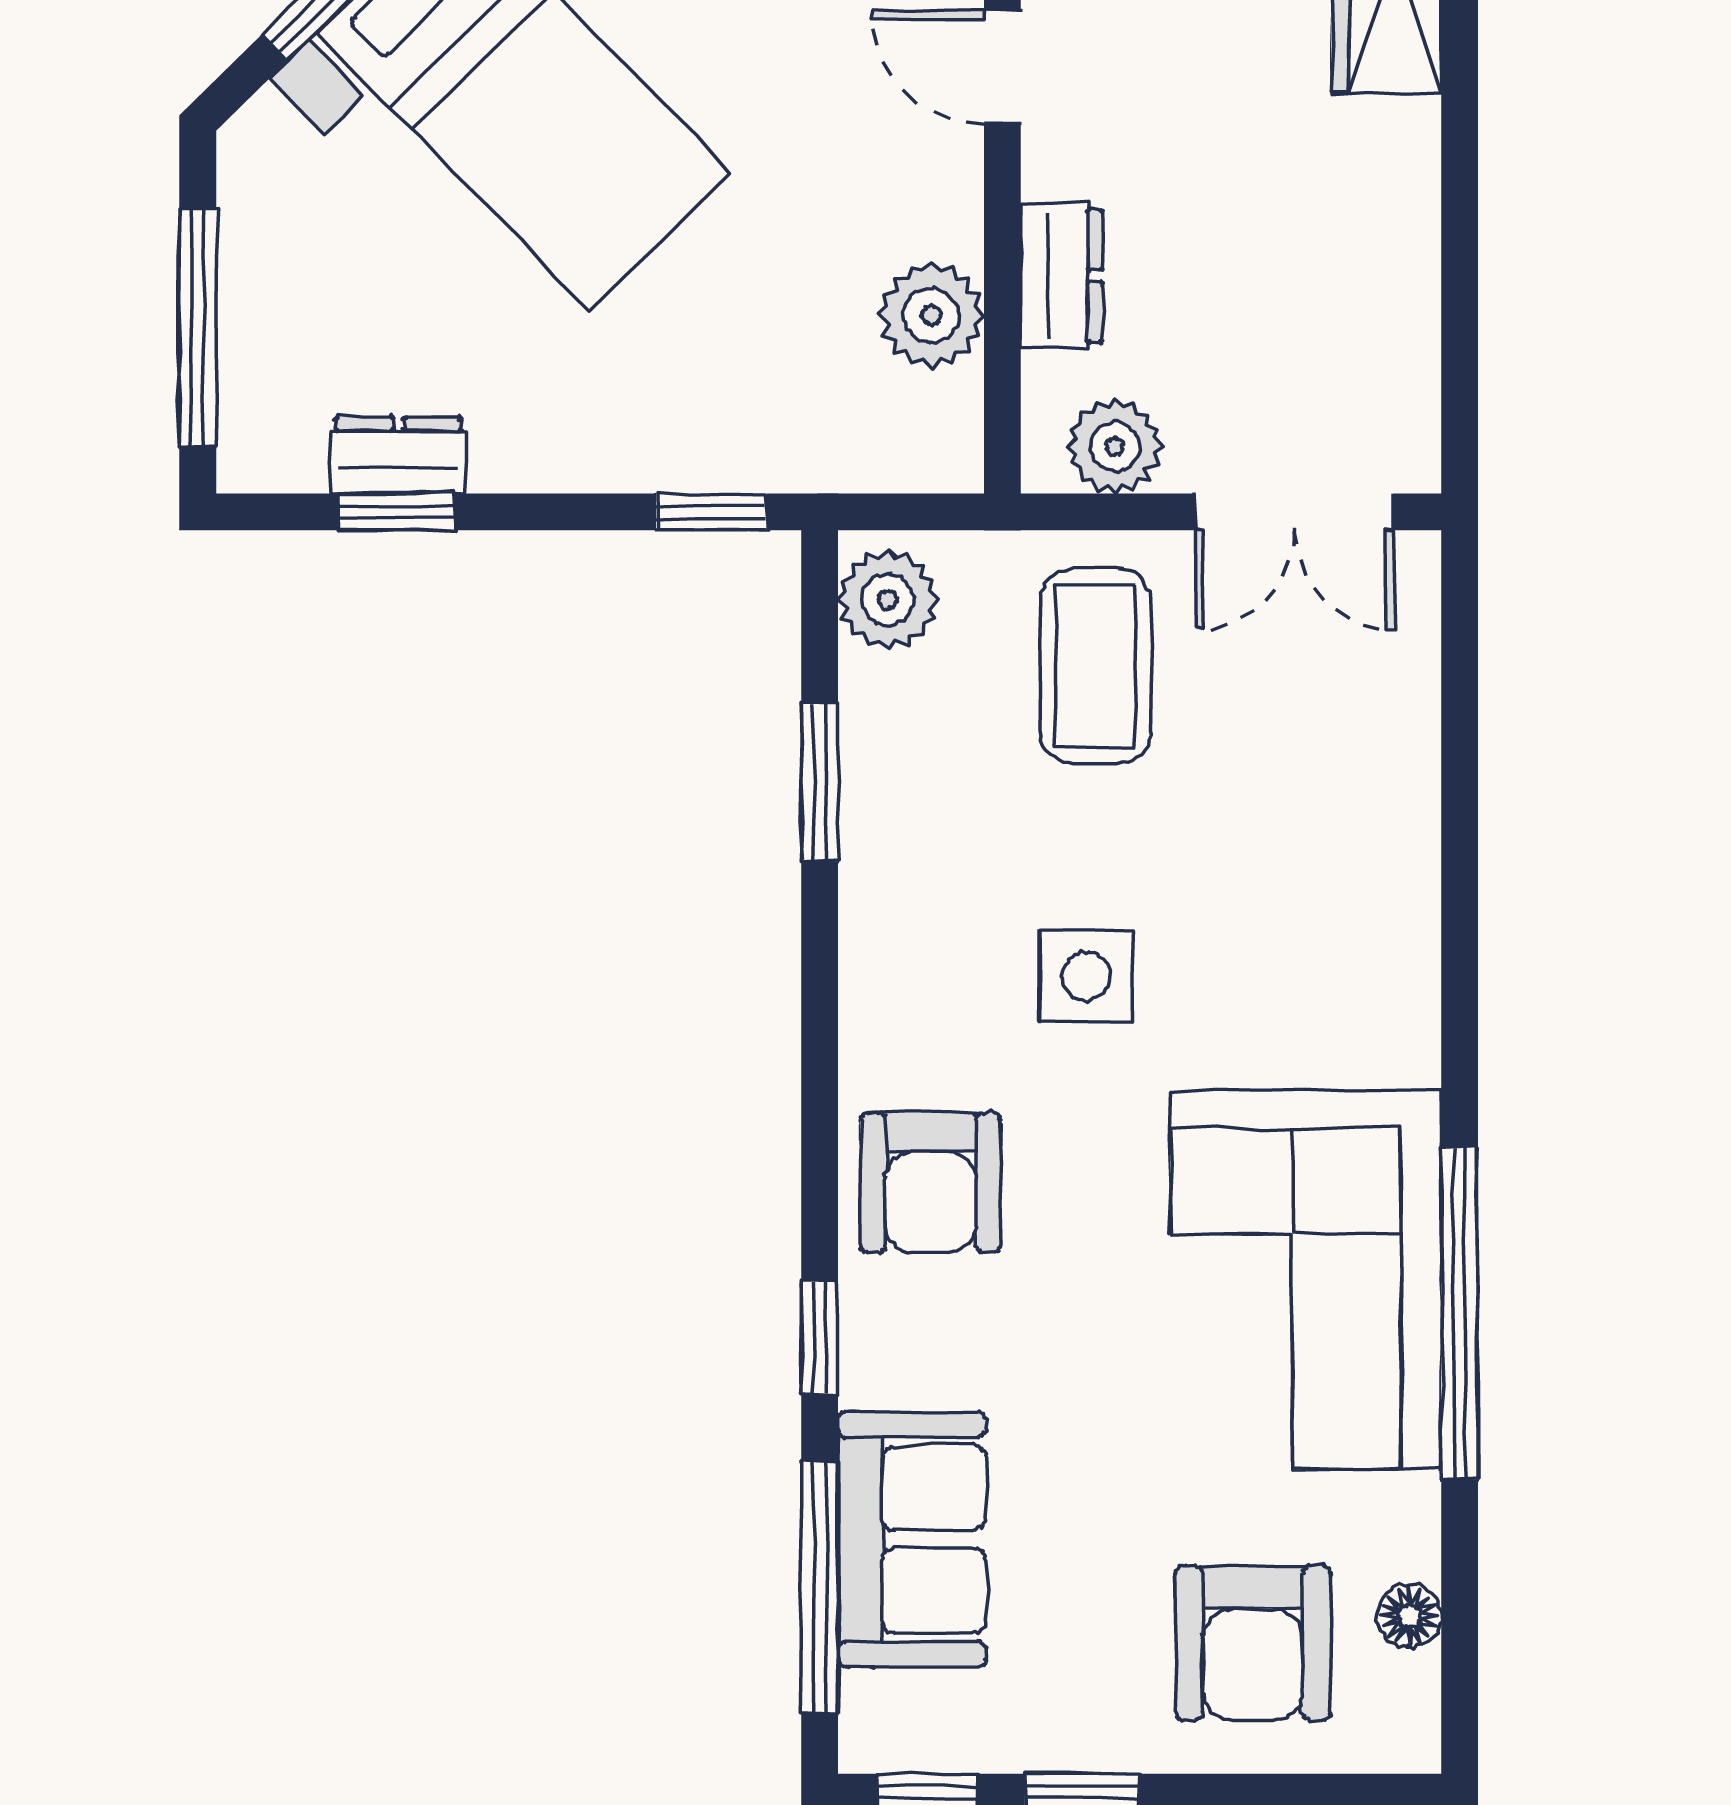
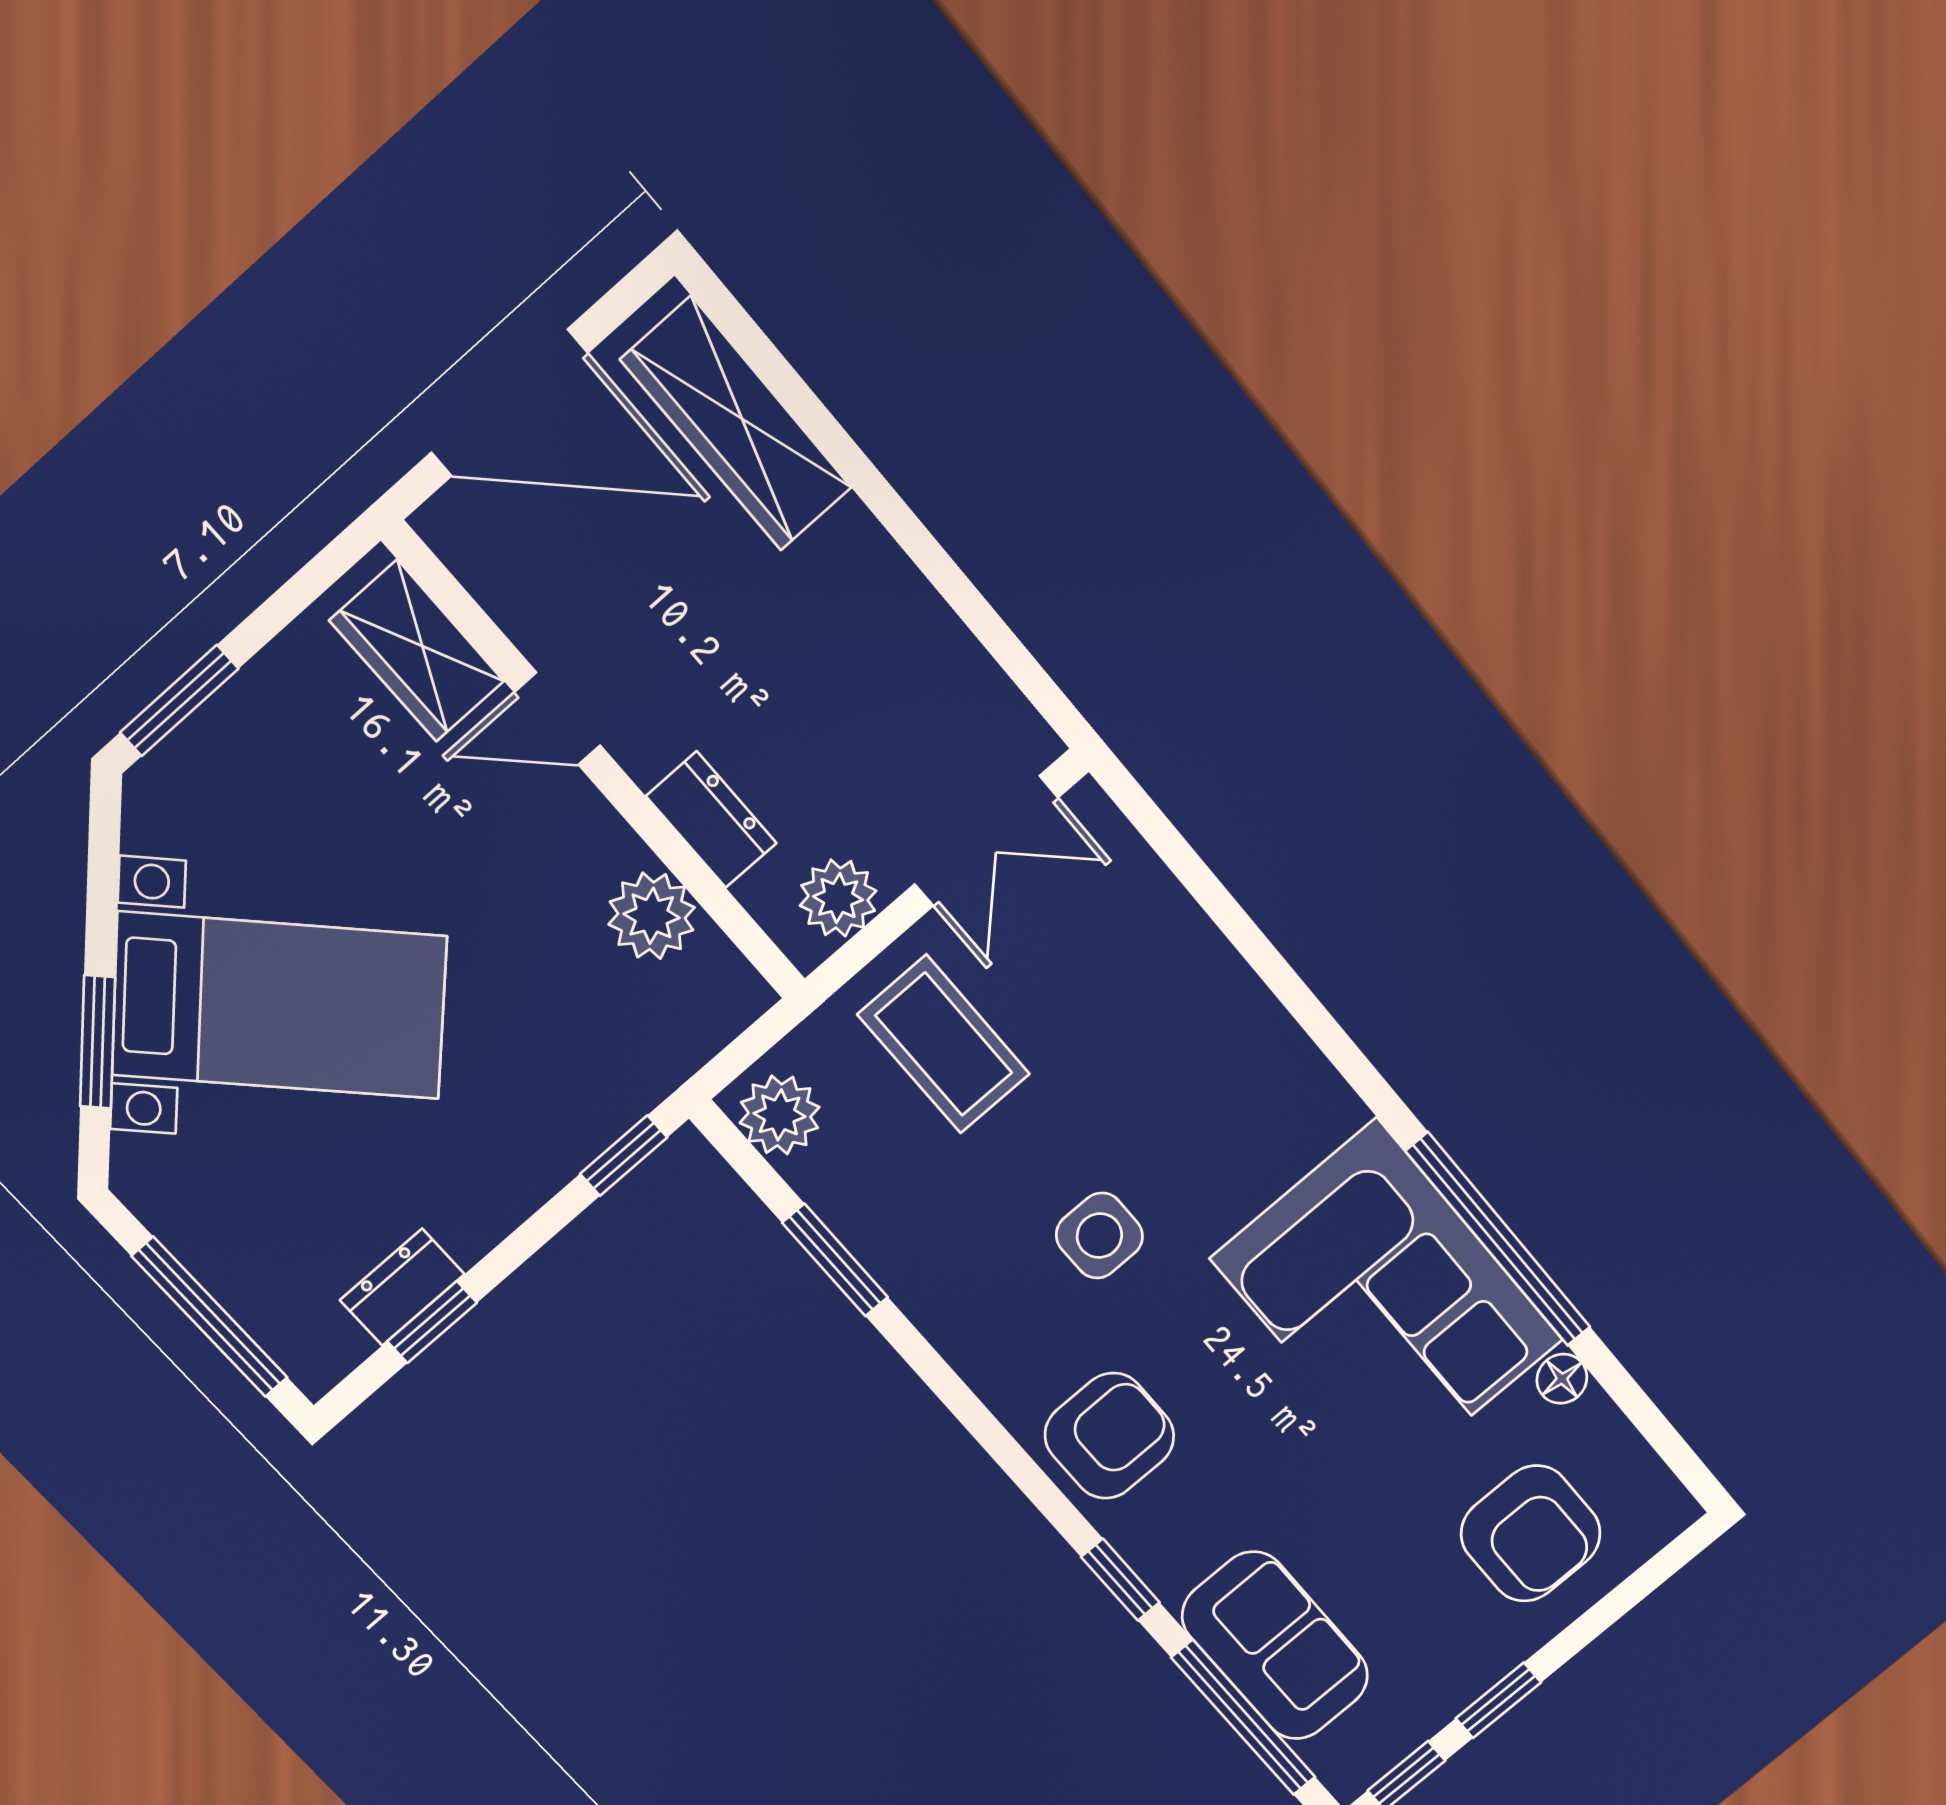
armchair: (931, 1182) -> (1109, 1436), turned -90
floor lamp: (1409, 1616) -> (1562, 1379), moved

